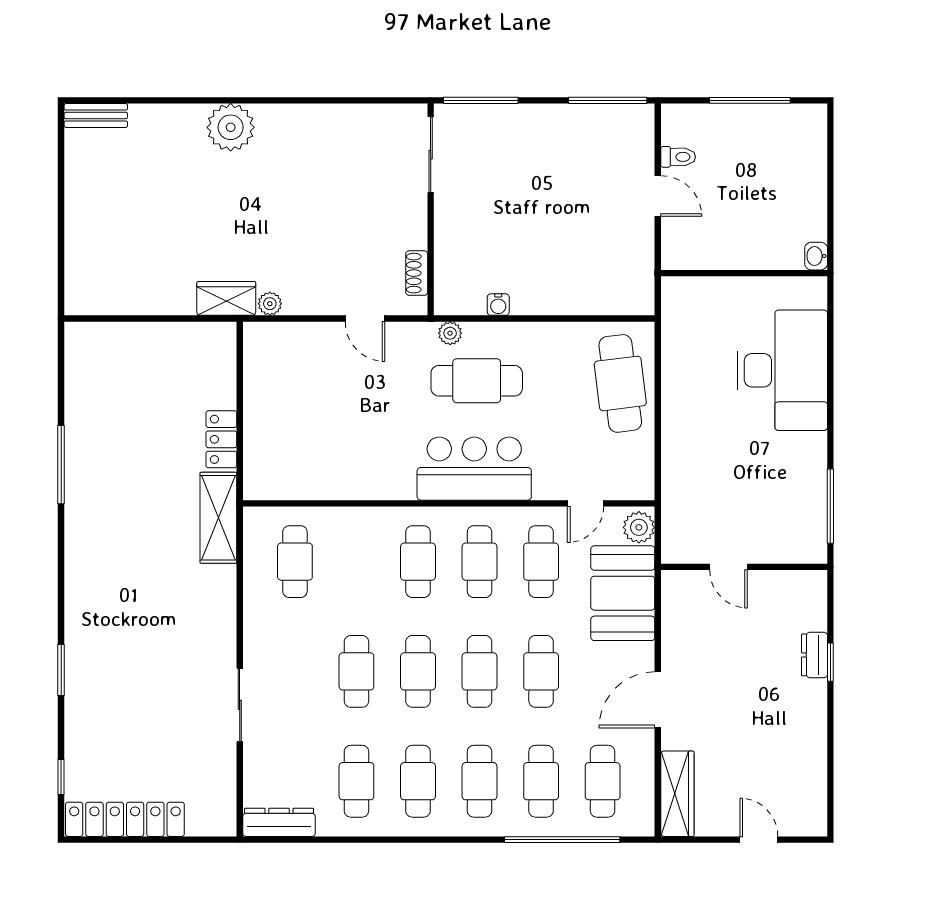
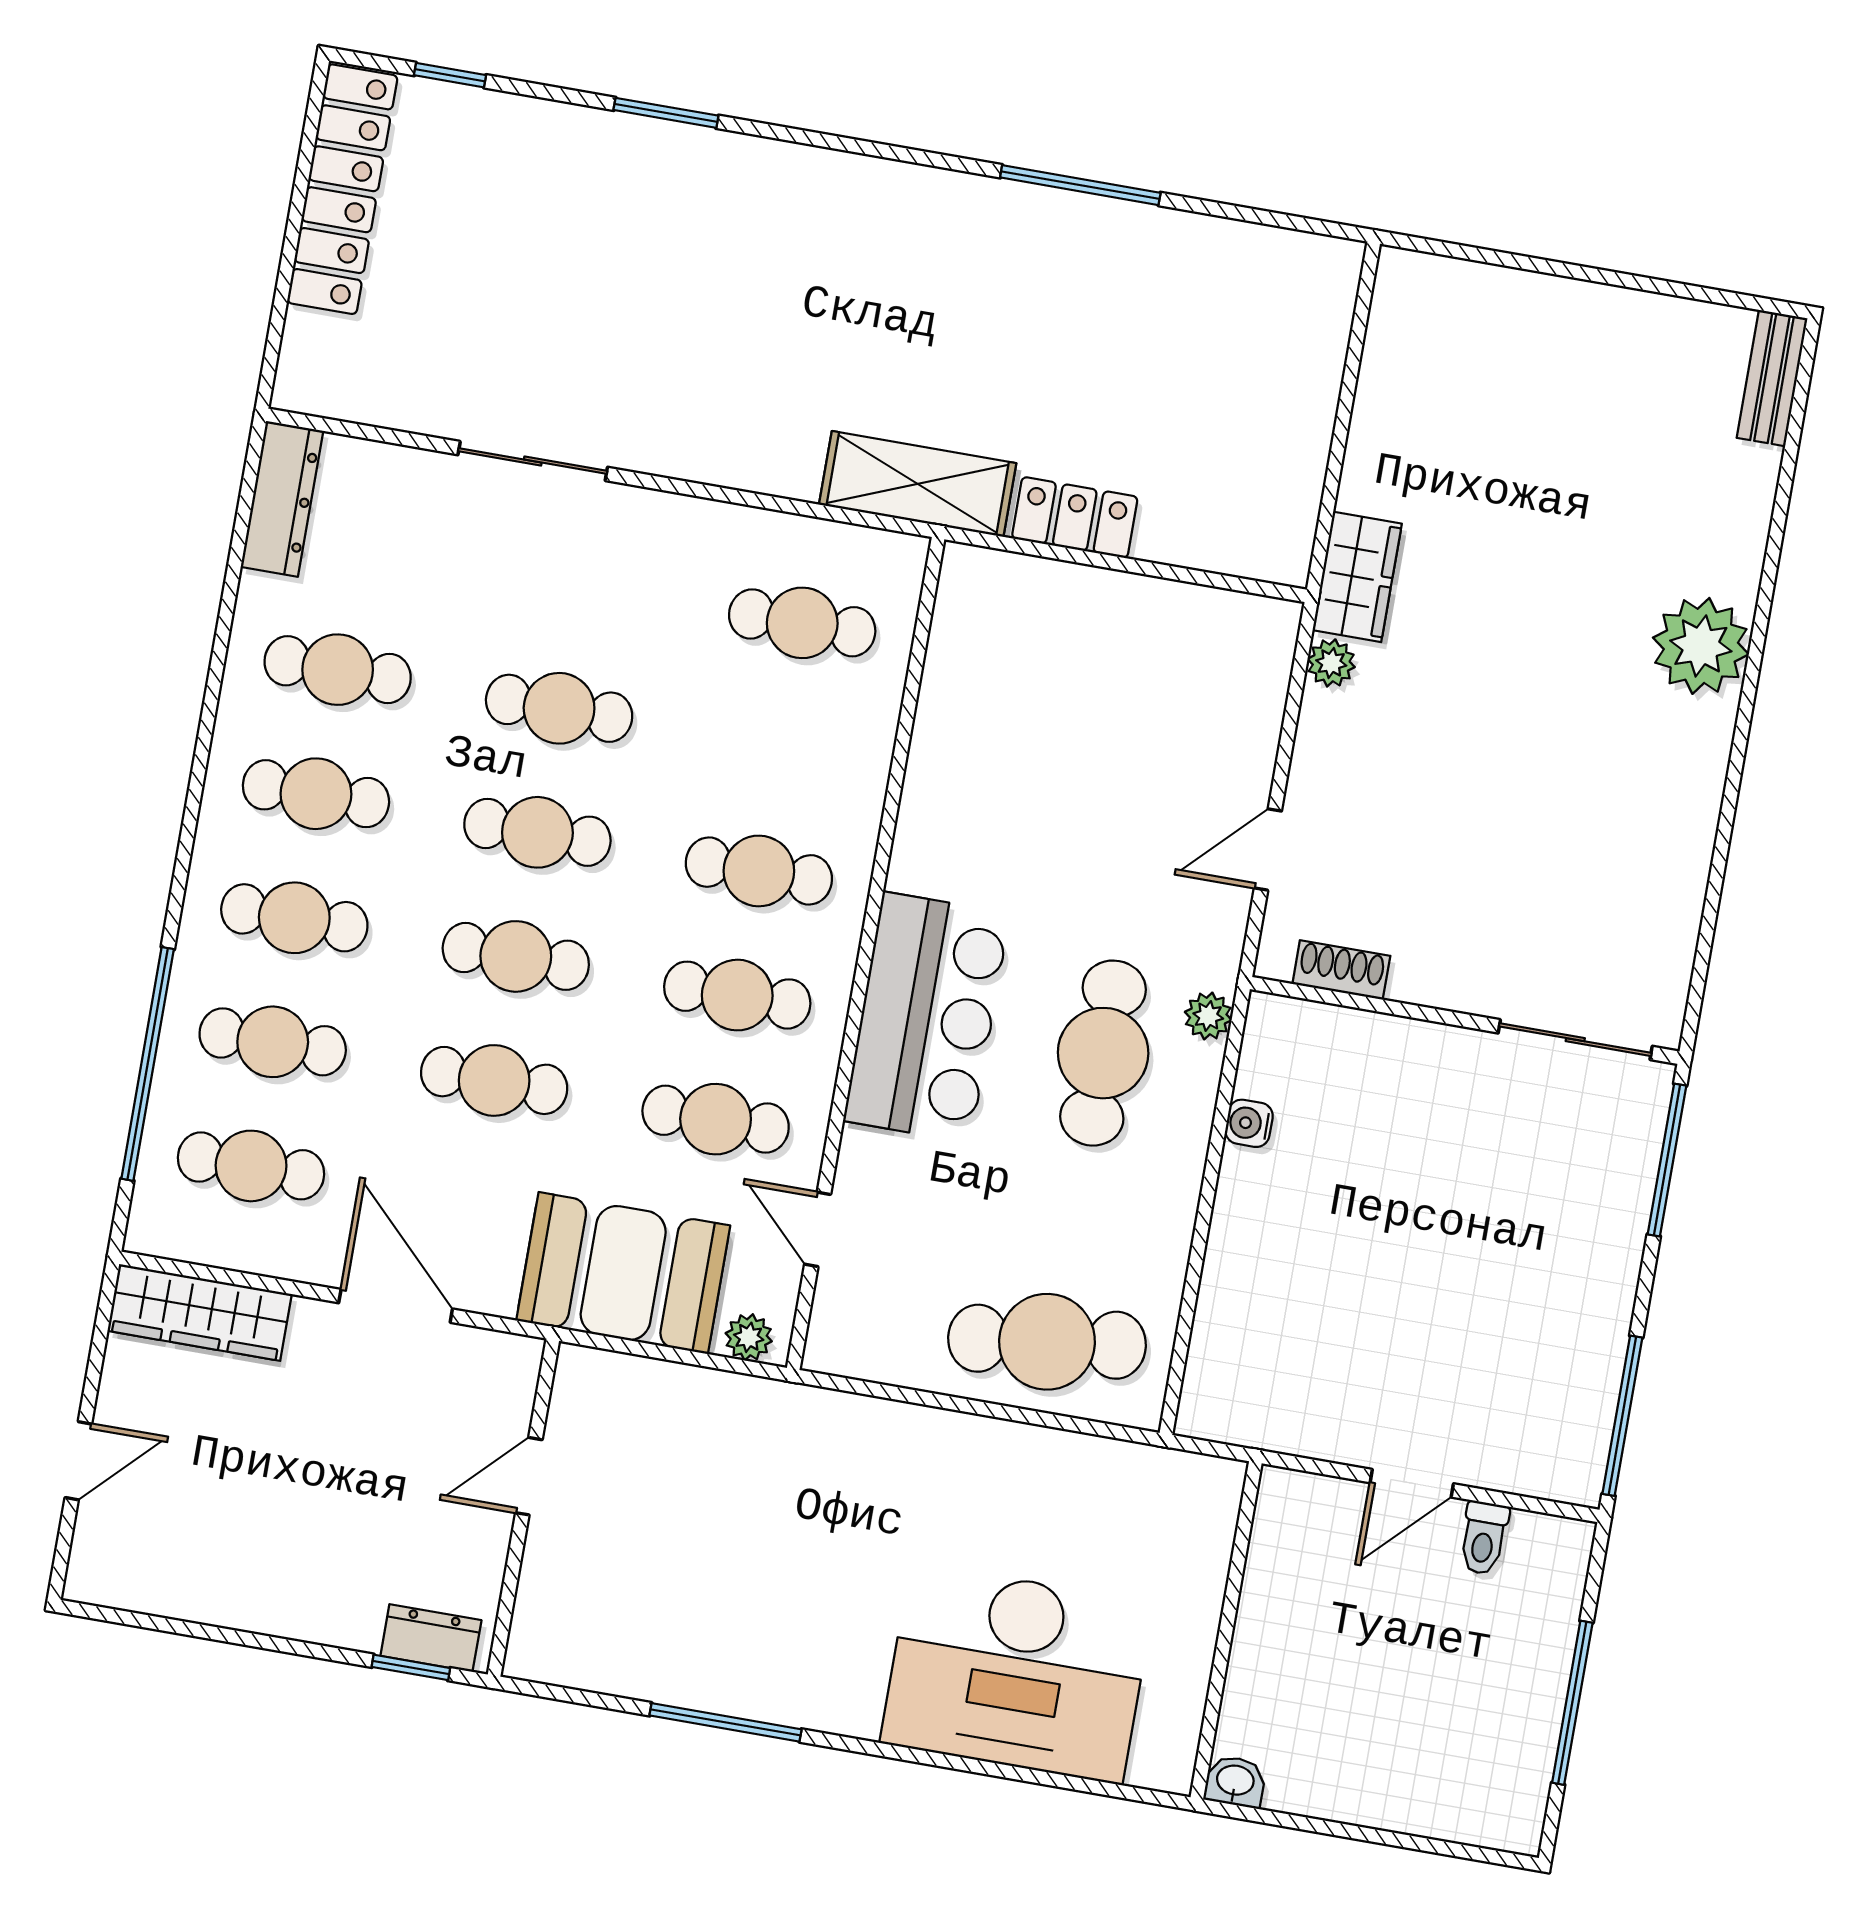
plant: (639, 527) -> (749, 1337), width x0.73, depth x0.73
door: (729, 567) -> (529, 1476), moved
wall: (744, 567) -> (523, 1508), moved

